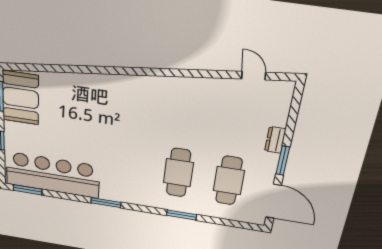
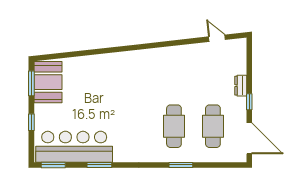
window: (283, 161) -> (249, 102), width x0.67
window: (106, 203) -> (99, 165), moved

